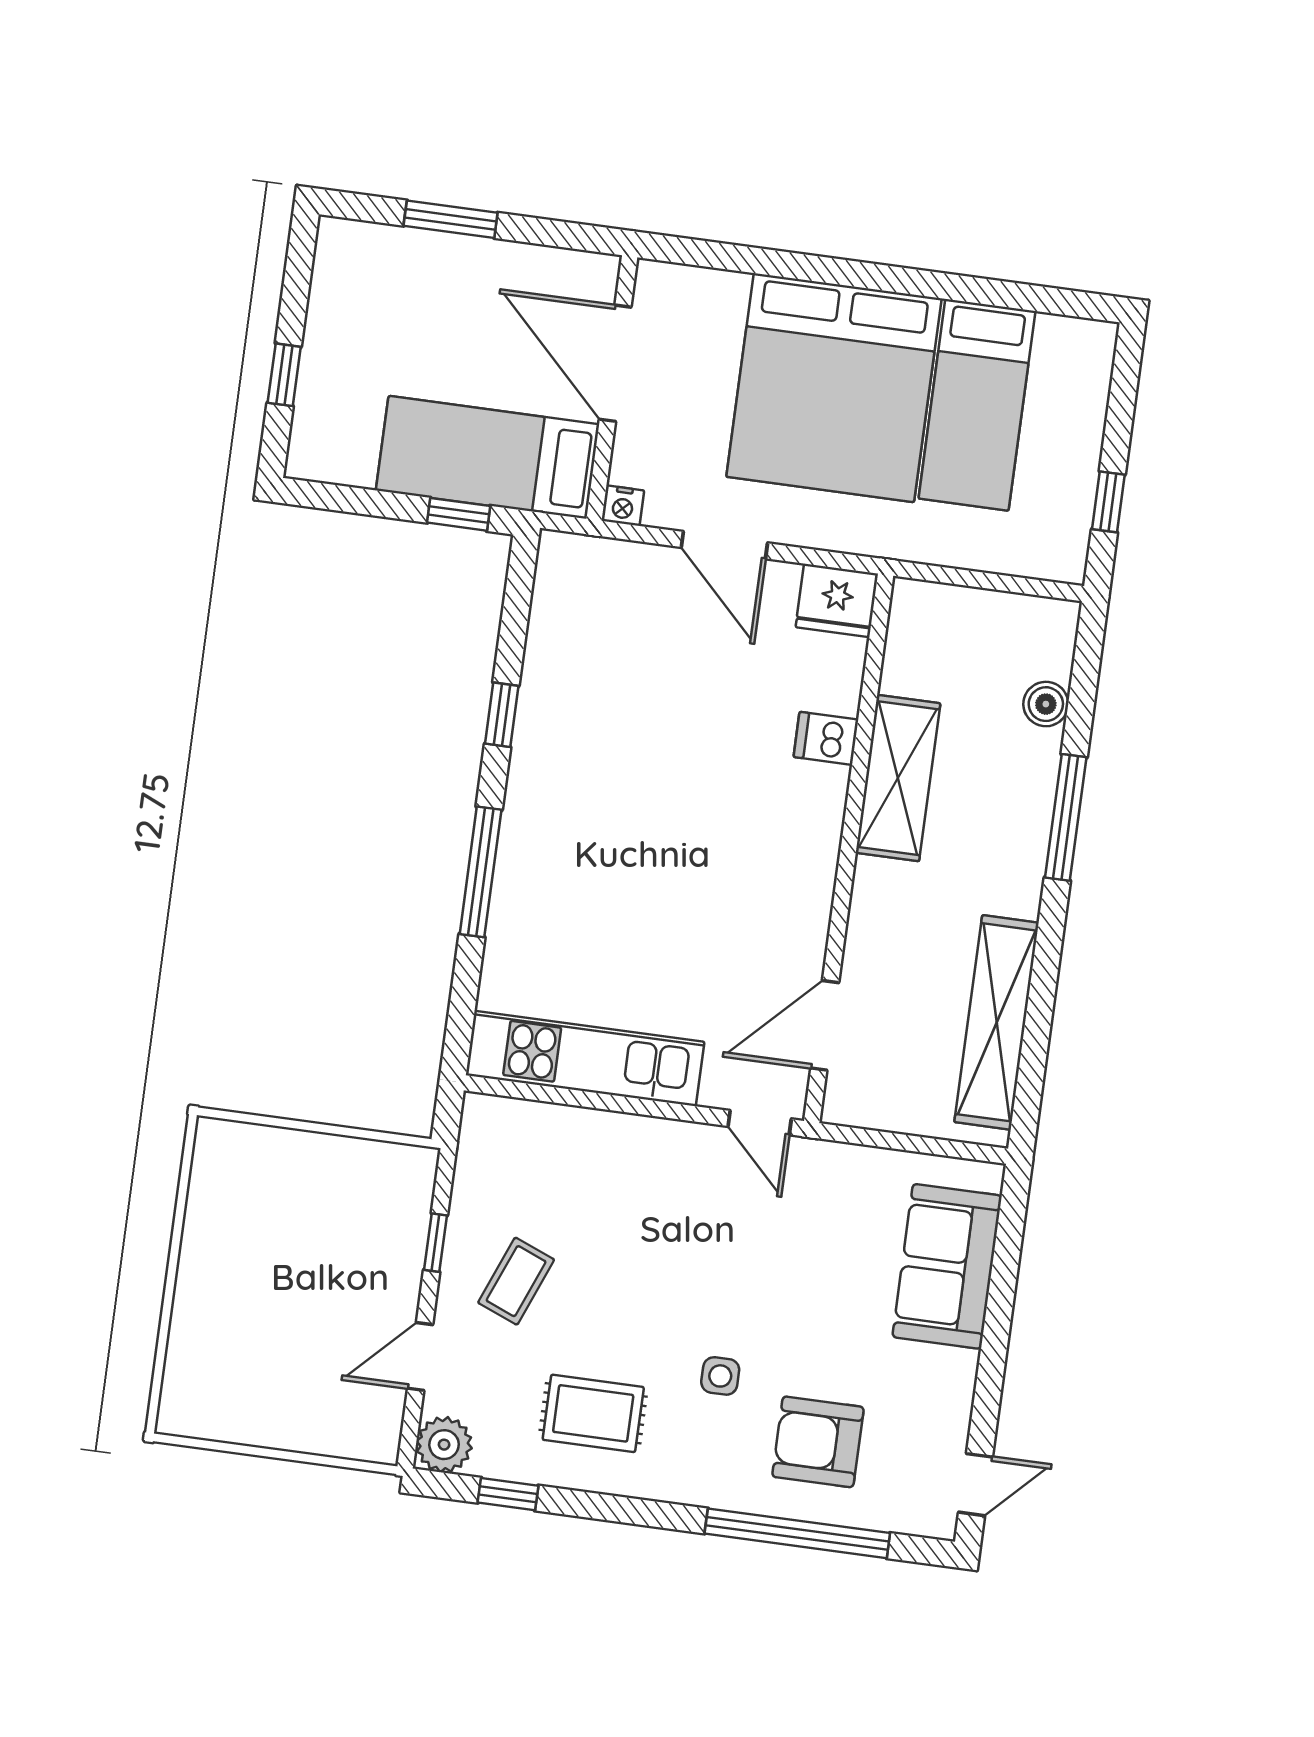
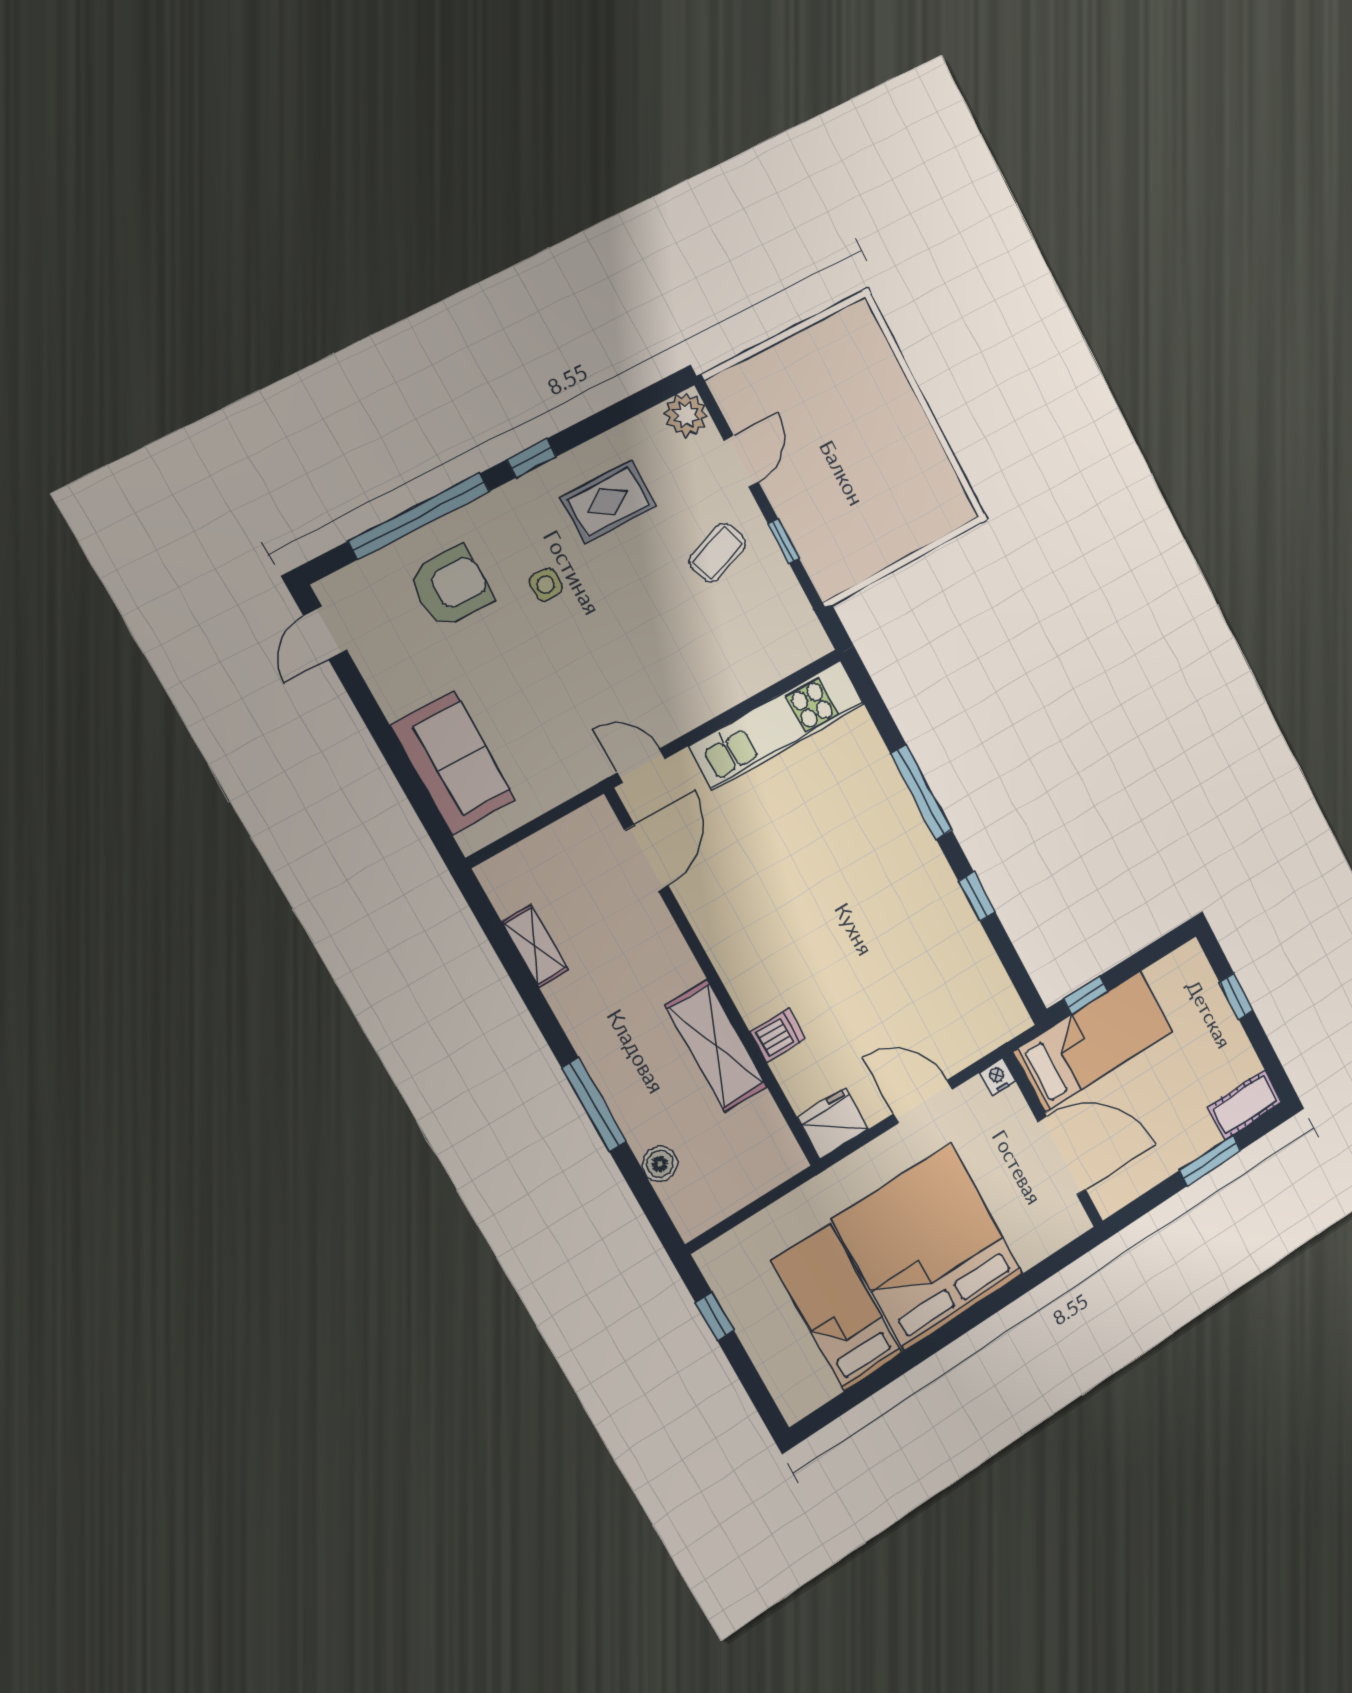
cot: (364, 247) -> (1245, 1105), added
shelving: (997, 1022) -> (535, 946), width x0.45, depth x0.75
coffee table: (516, 1281) -> (717, 553), turned 48
window: (508, 1494) -> (531, 458), moved

